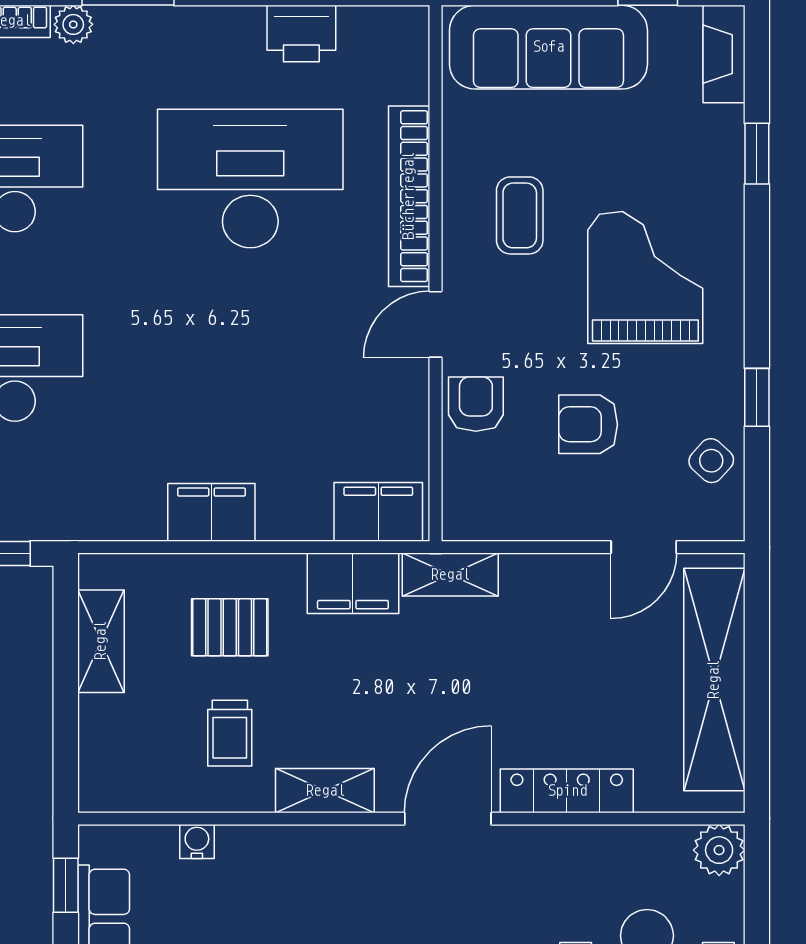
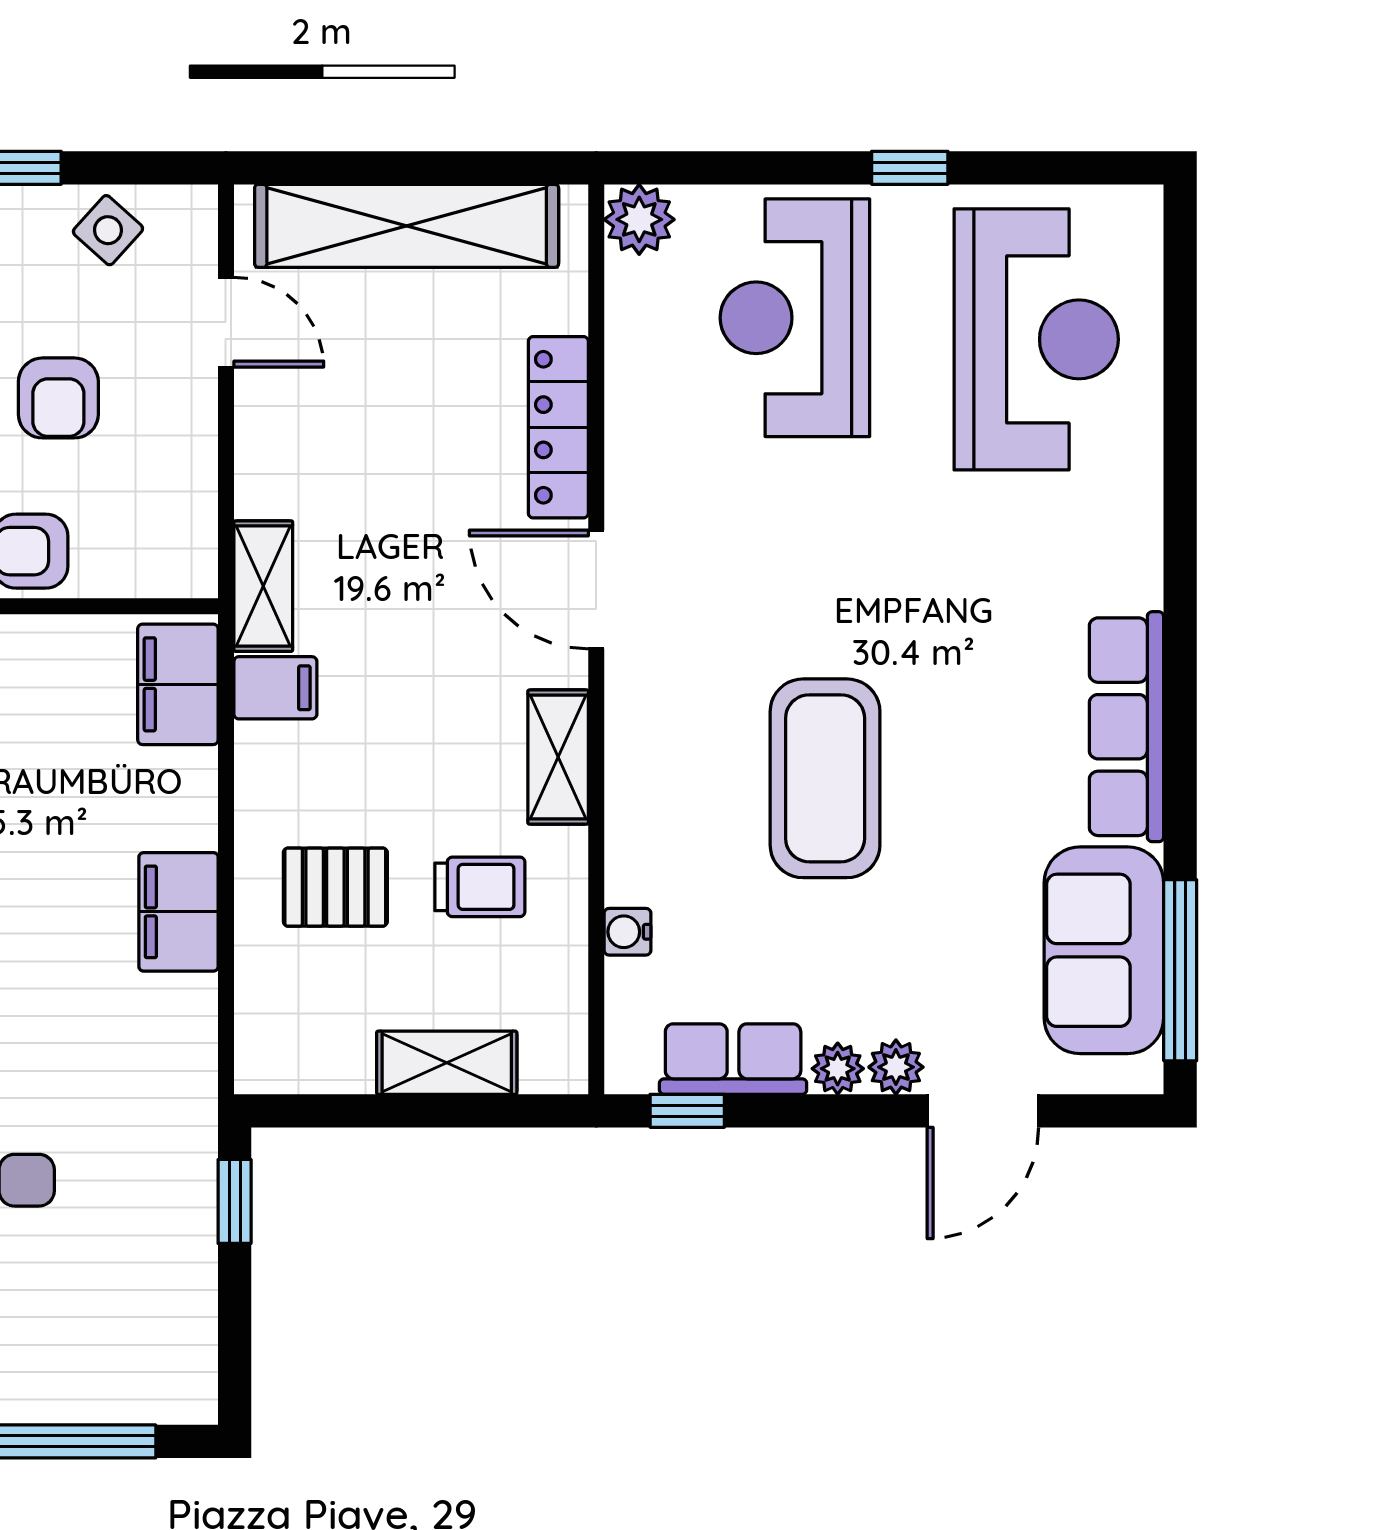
filing cabinet: (353, 583) -> (275, 688), width x0.50
pallet: (230, 627) -> (335, 887), turned 90
shelving: (101, 641) -> (447, 1063), moved

